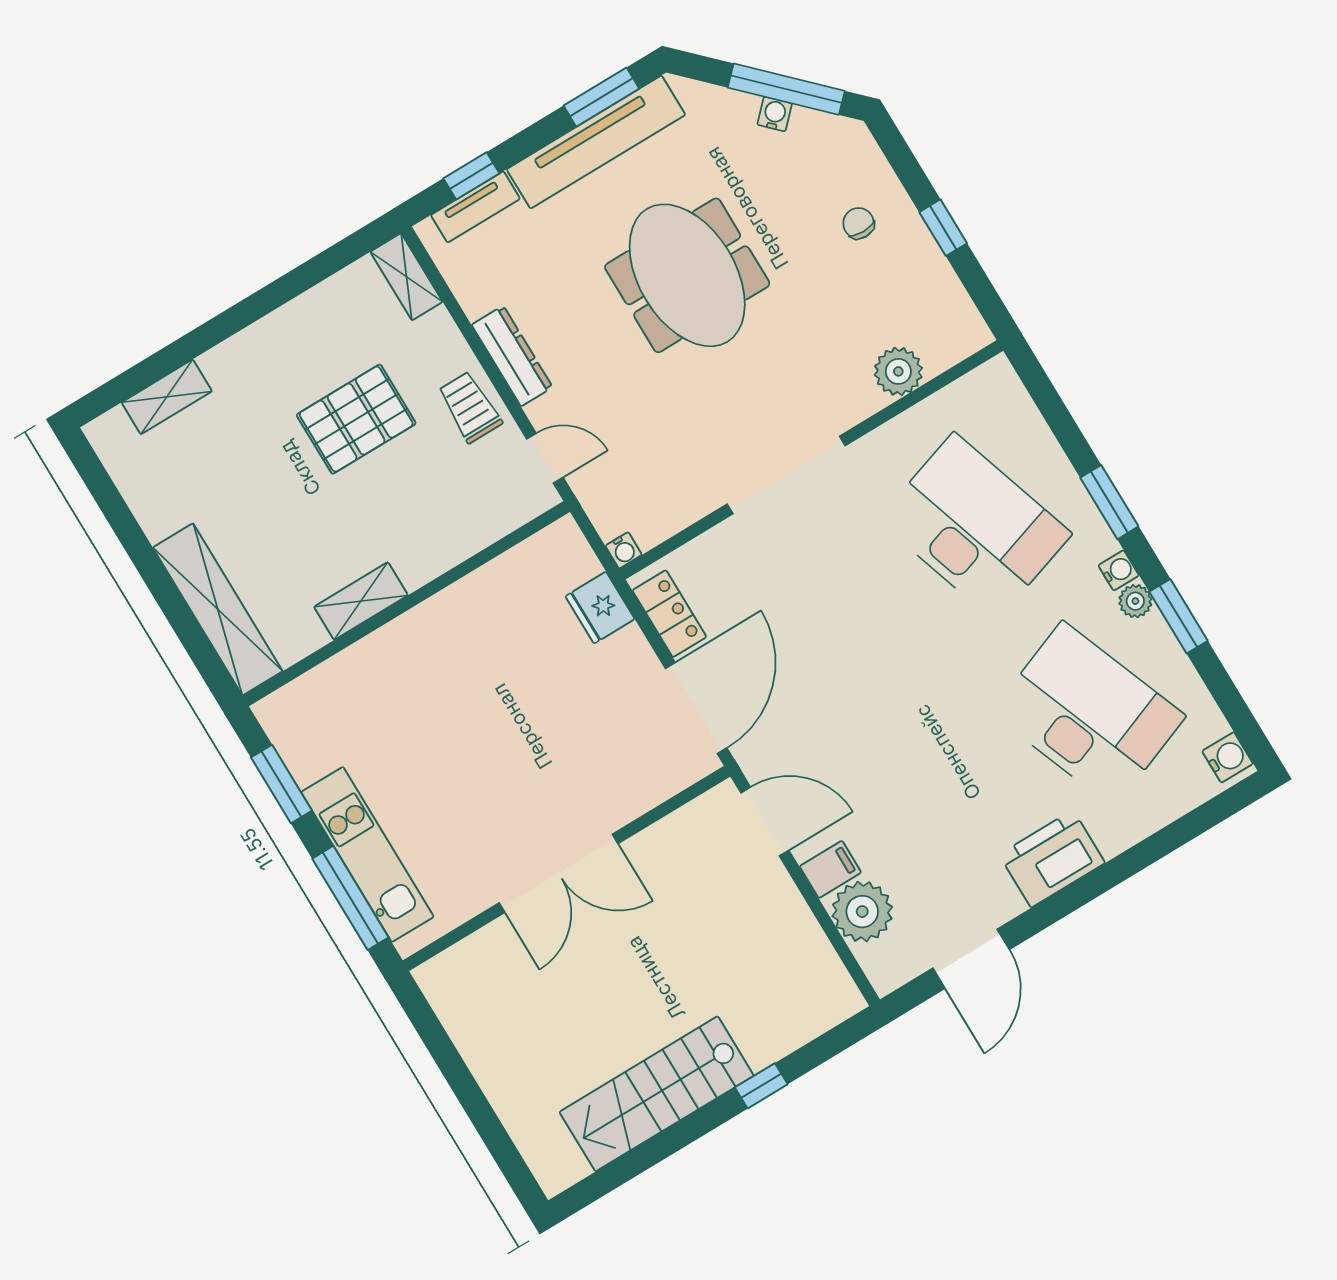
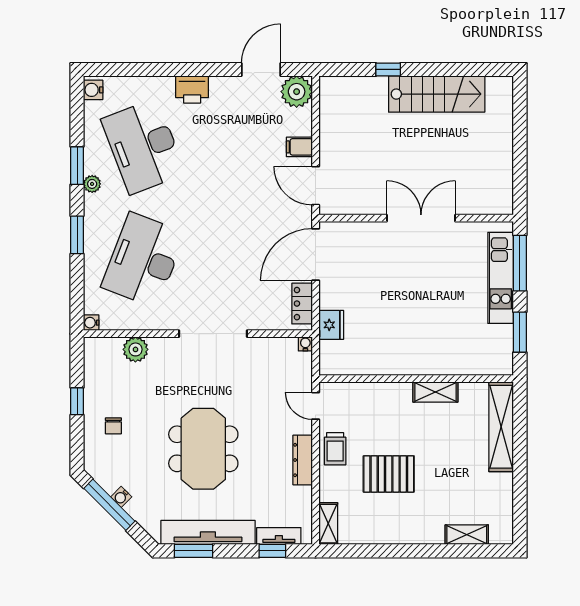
desk: (975, 527) -> (143, 260), turned 39
water cooler: (1119, 570) -> (91, 323), moved
printer: (1052, 859) -> (192, 89), width x0.73, depth x0.84
plant: (862, 912) -> (297, 92), moved

